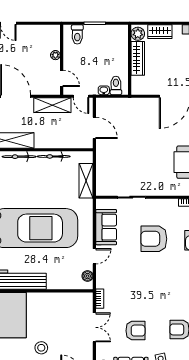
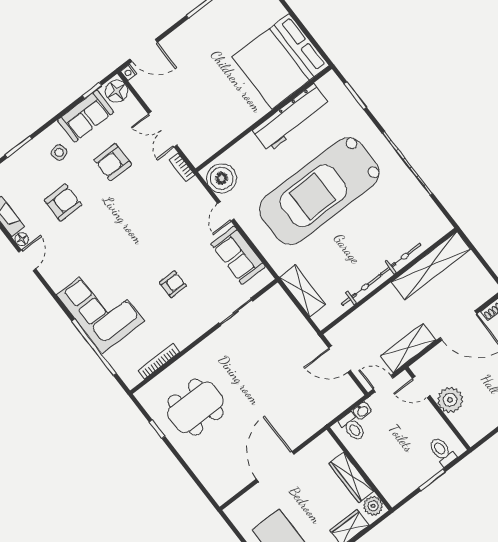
plant: (55, 55) -> (450, 400), width x1.87, depth x1.87
armchair: (154, 239) -> (173, 284), width x0.53, depth x0.53
boiler: (88, 276) -> (222, 178), width x1.86, depth x1.86
stool: (41, 348) -> (206, 59), removed

